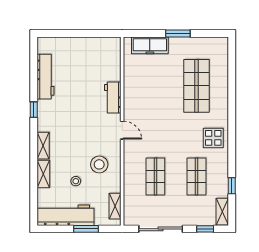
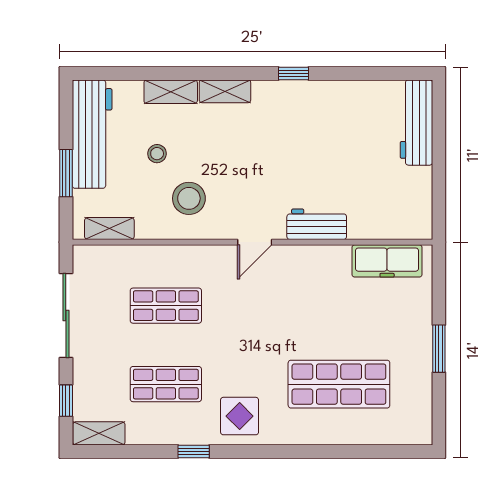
freezer: (150, 45) -> (387, 261), moved, turned -90
workbench: (45, 77) -> (416, 123), moved, turned 90
window: (232, 186) -> (194, 451), moved

